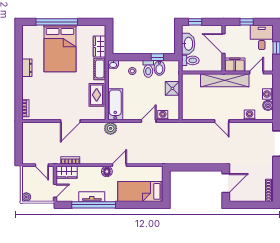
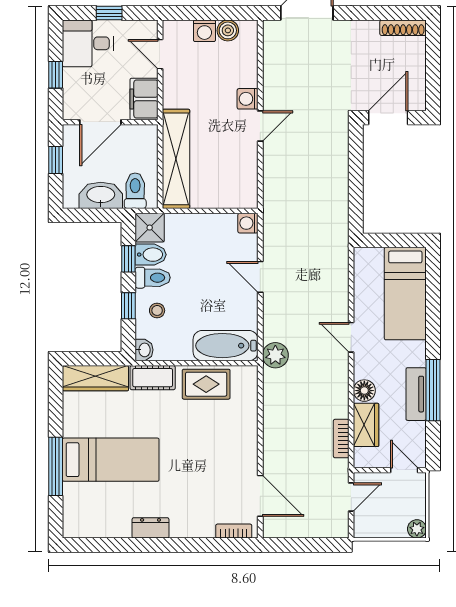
window: (57, 22) -> (56, 466), width x0.68
window: (195, 22) -> (56, 160), moved
wardrobe: (99, 47) -> (95, 378), width x1.50
bed: (60, 49) -> (111, 460), width x0.67
window: (135, 57) -> (128, 306), added
shelving: (225, 80) -> (176, 159), moved
shower: (172, 88) -> (150, 228), moved
washing machine: (163, 115) -> (248, 223), moved
washing machine: (249, 115) -> (248, 99), moved
door: (70, 121) -> (260, 496), moved
wardrobe: (67, 172) -> (366, 425), moved
floor lamp: (107, 172) -> (364, 391), moved
door: (226, 183) -> (388, 118), hinge flipped
window: (94, 205) -> (433, 390), width x0.68

